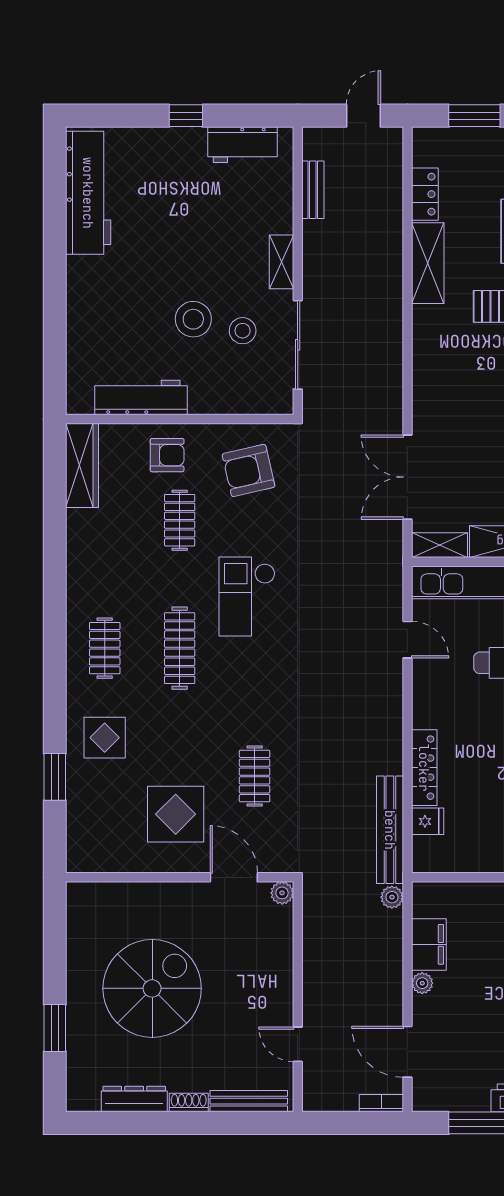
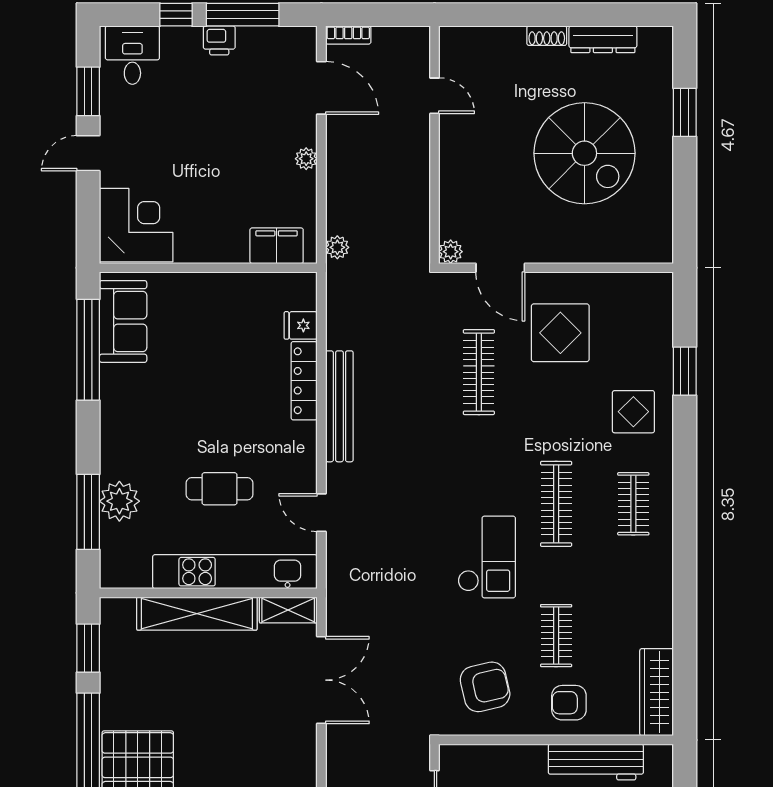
clothes rail: (255, 776) -> (479, 372), width x1.36
bench: (390, 830) -> (339, 406), moved
filing cabinet: (429, 944) -> (277, 246), moved, turned 90
spiral stairs: (152, 988) -> (584, 153), turned -90
bench: (249, 1101) -> (485, 37), removed

